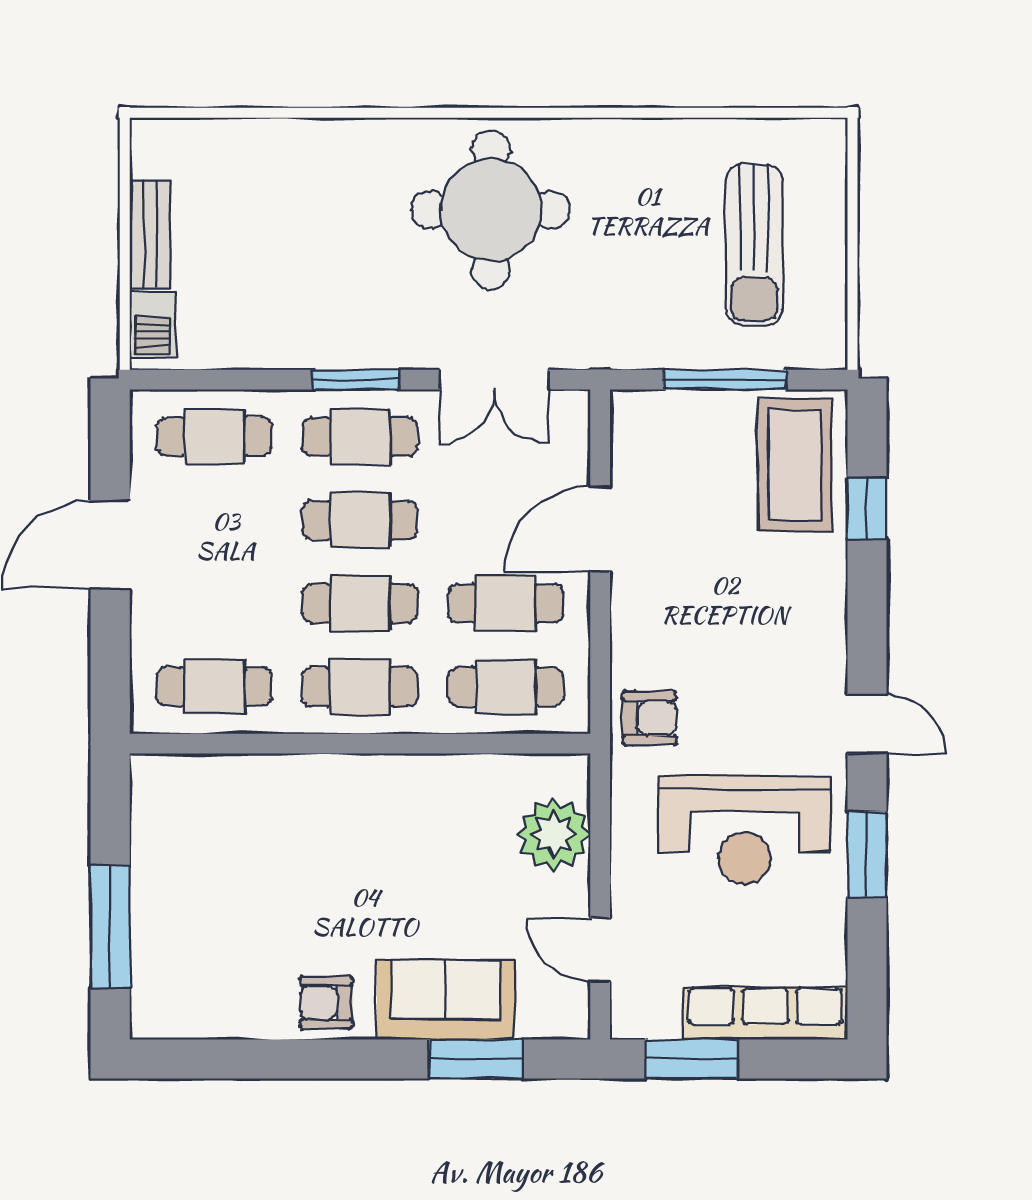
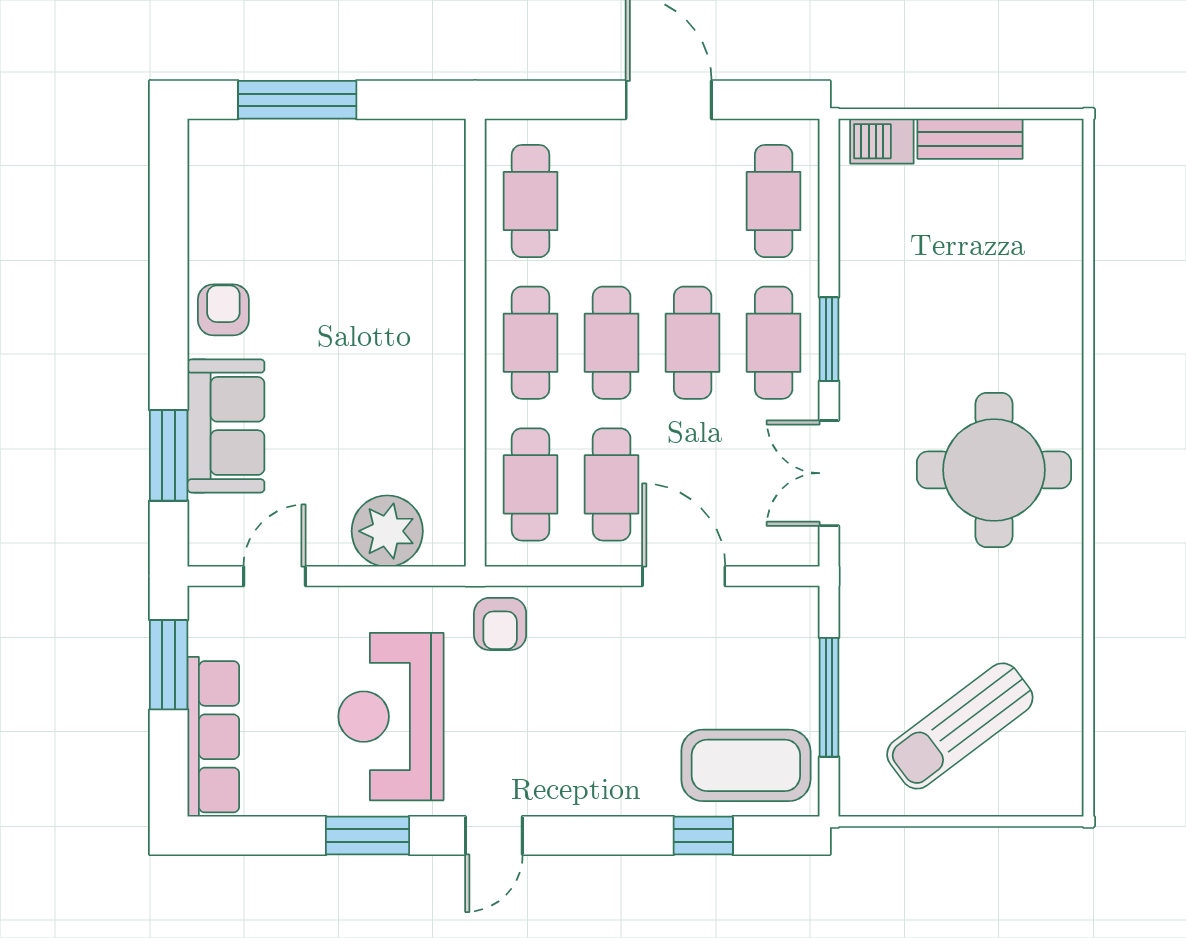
sun lounger: (754, 245) -> (960, 726), turned -37

